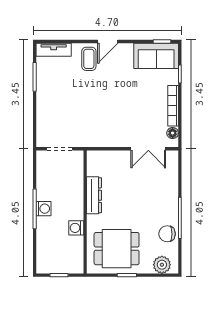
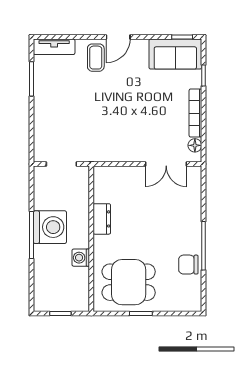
dresser: (94, 195) -> (102, 219), width x0.70
washing machine: (44, 209) -> (50, 227), width x1.89, depth x1.89
plant: (162, 265) -> (182, 301), removed

